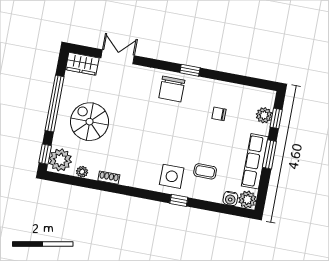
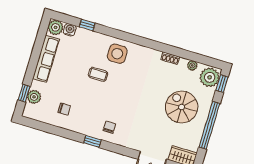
chair: (172, 89) -> (109, 127), width x0.54, depth x0.54
chair: (219, 114) -> (64, 109), moved
spiral stairs: (90, 122) -> (182, 107), turned 180
window: (269, 154) -> (33, 64), removed
coffee table: (205, 171) -> (98, 74), moved
window: (179, 200) -> (87, 25), moved

